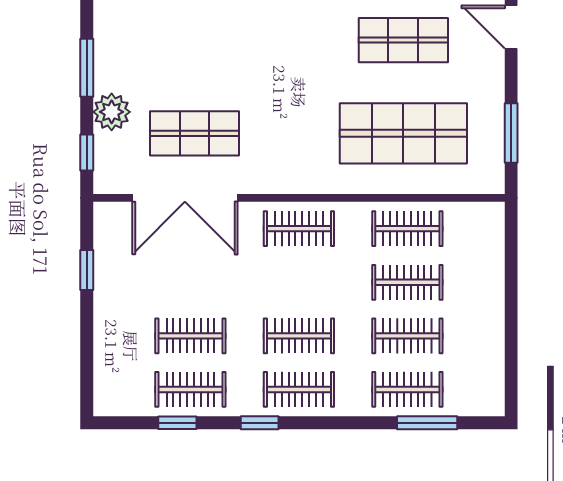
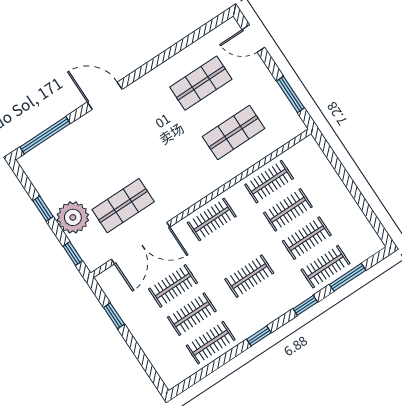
window: (87, 68) -> (43, 209), width x0.67
plant: (112, 112) -> (73, 217), width x1.36, depth x1.36
shop shelf: (403, 133) -> (234, 132), width x0.70, depth x0.74
clothes rail: (299, 389) -> (173, 286), moved
window: (177, 423) -> (305, 305), moved

